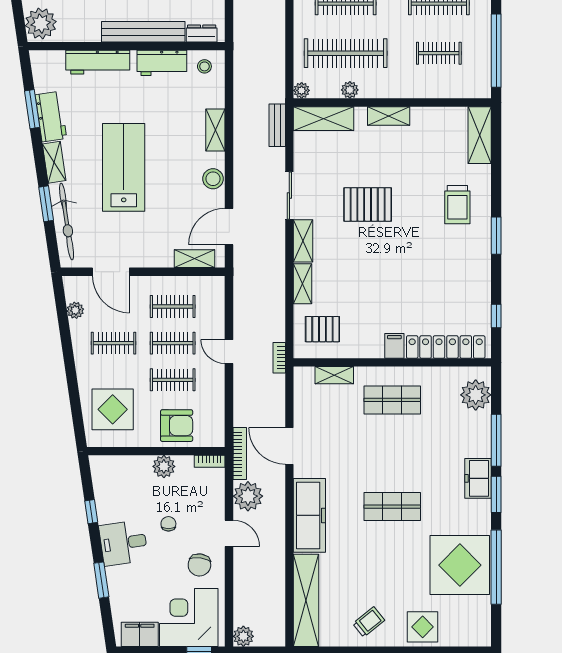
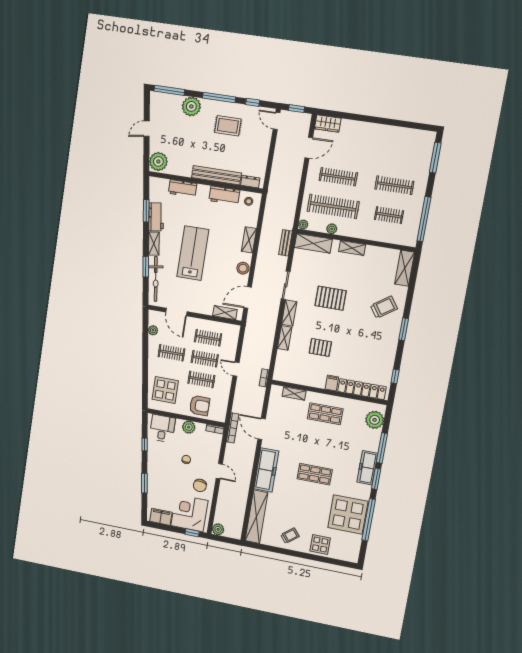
workbench: (98, 62) -> (182, 188), width x0.73
trolley: (457, 205) -> (384, 307), turned -125
pallet: (322, 329) -> (320, 347), moved
freezer: (478, 478) -> (367, 468), width x1.40
plant: (248, 496) -> (233, 453), removed
desk: (124, 543) -> (162, 428), moved, turned 98

